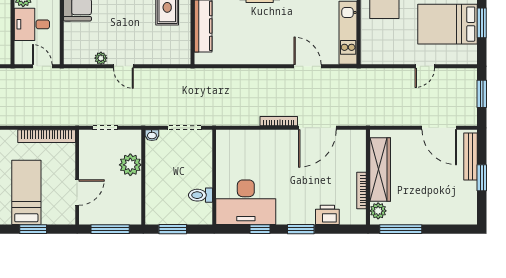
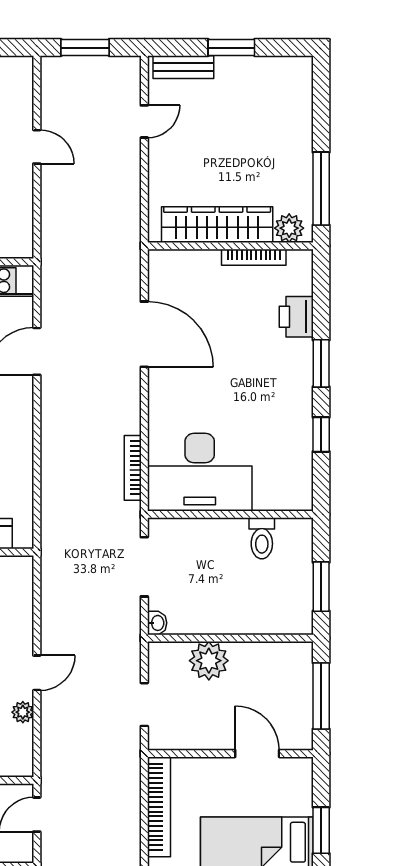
bookcase: (279, 121) -> (133, 468), moved
door: (439, 128) -> (144, 121), width x0.53
bench: (470, 157) -> (183, 67), width x0.73
desk: (246, 202) -> (200, 472), moved, turned 90

